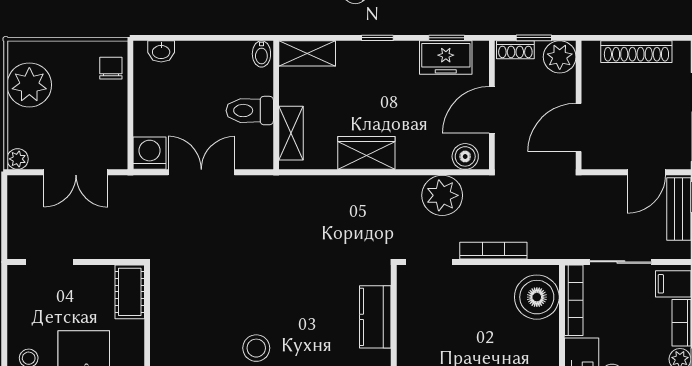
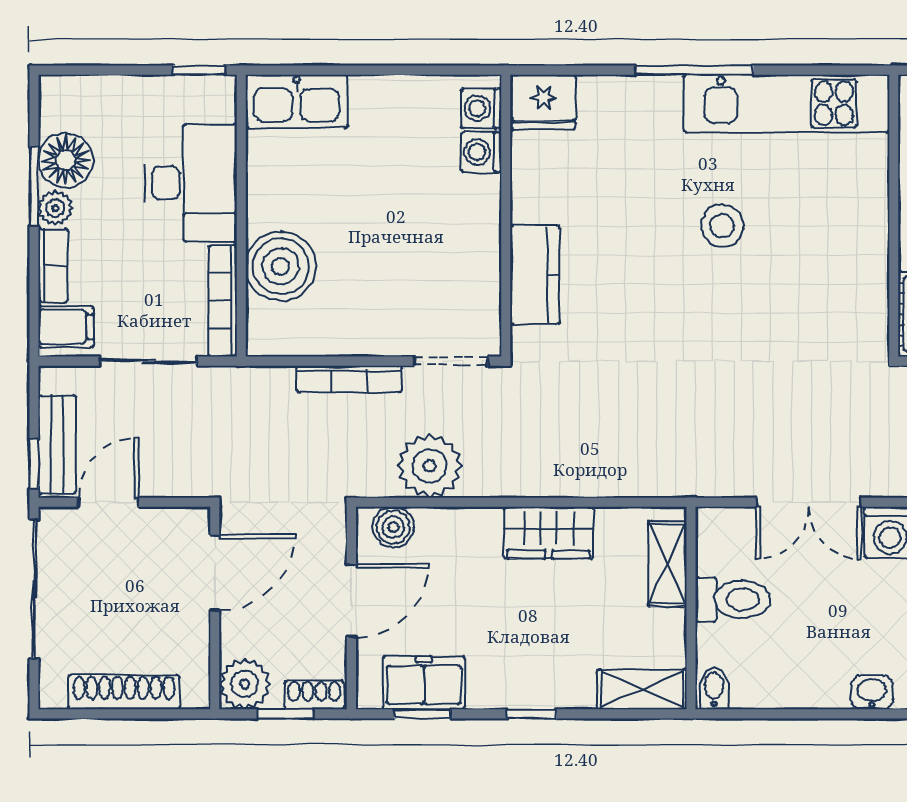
boiler: (537, 297) -> (281, 266), moved

